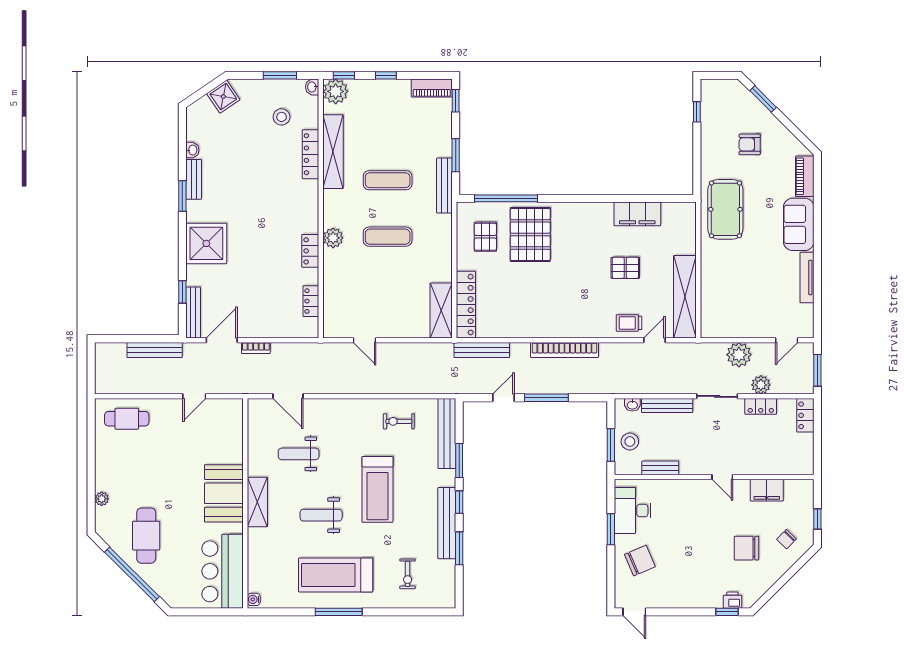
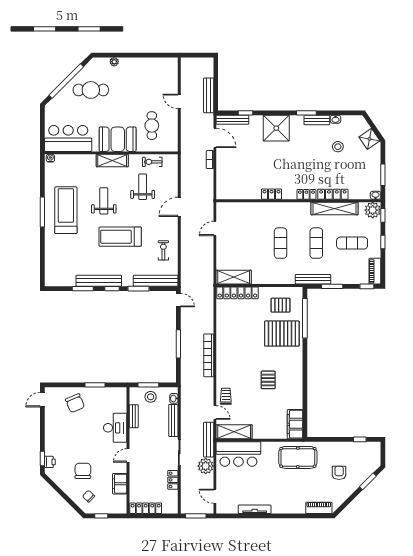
stool: (282, 117) -> (338, 147), moved
exercise mat: (388, 124) -> (352, 243), added
filing cabinet: (637, 214) -> (295, 424), moved
sofa: (799, 224) -> (288, 504), removed
plant: (333, 238) -> (280, 209), removed
pallet: (625, 268) -> (268, 380), moved
shelving: (685, 297) -> (234, 432), width x0.68
locker: (311, 301) -> (306, 194), moved
bar counter: (720, 303) -> (238, 454), added
bench: (482, 350) -> (209, 440), moved
plant: (761, 385) -> (187, 480), removed
door: (194, 396) -> (179, 102), moved
door: (288, 396) -> (179, 207), moved
door: (503, 398) -> (178, 300), moved
locker: (805, 415) -> (146, 508), moved, width x1.53
cafe table: (127, 419) -> (152, 126), moved
desk: (633, 511) -> (115, 428), moved, turned 90
exercise bike: (408, 574) -> (152, 162), moved

